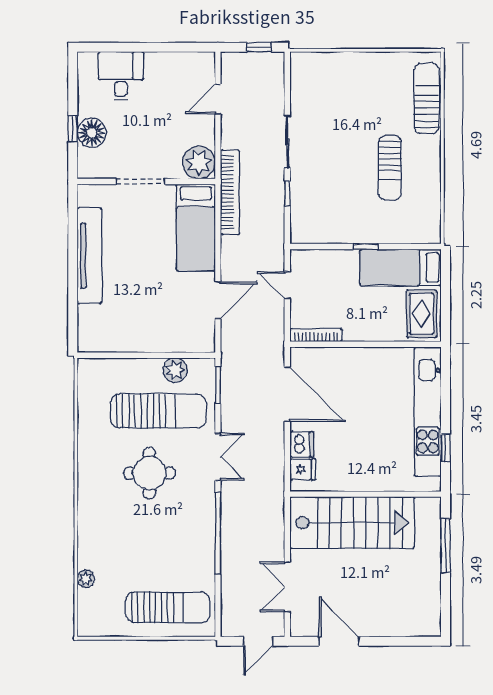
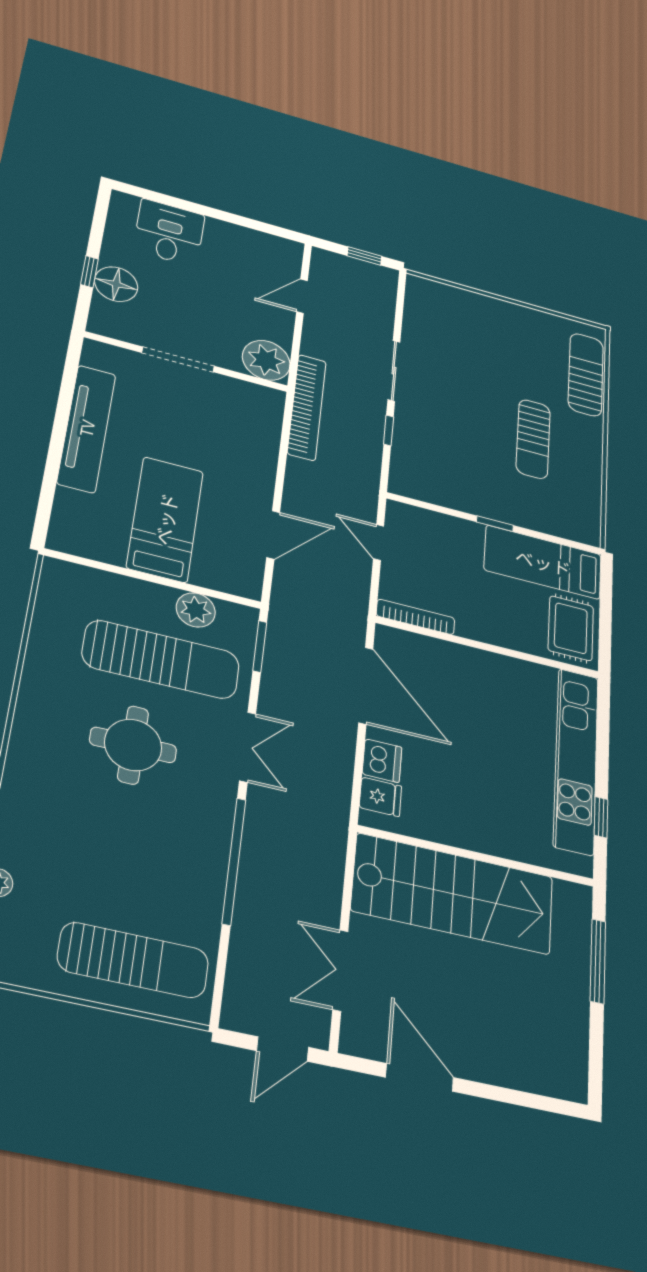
bed: (196, 227) -> (165, 519), moved, turned 180

